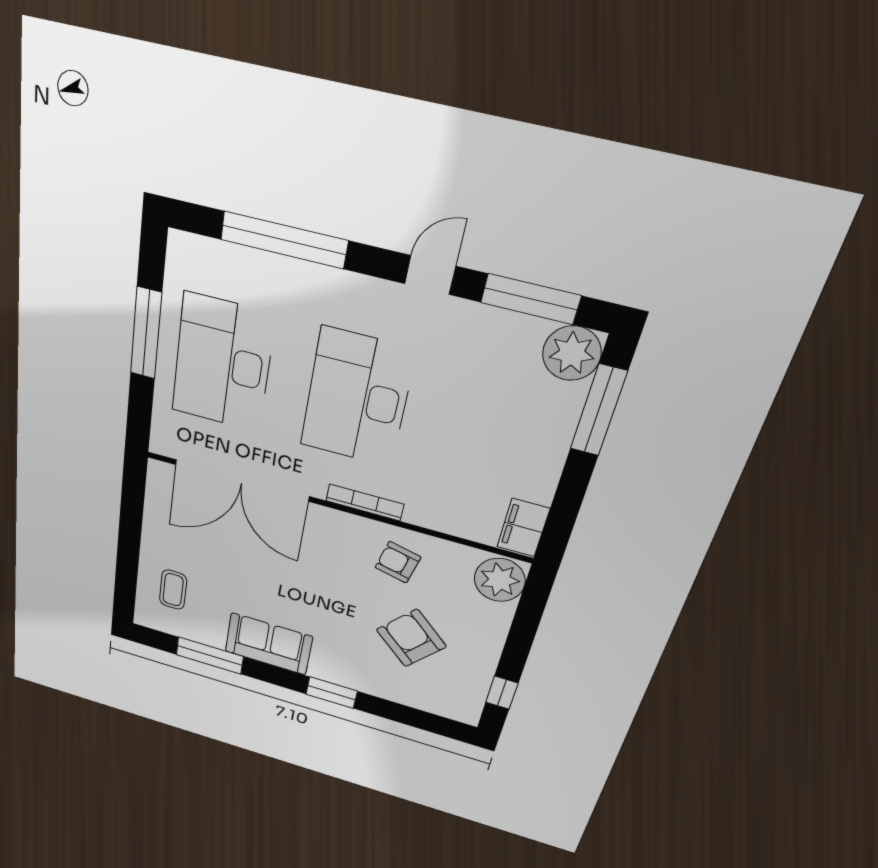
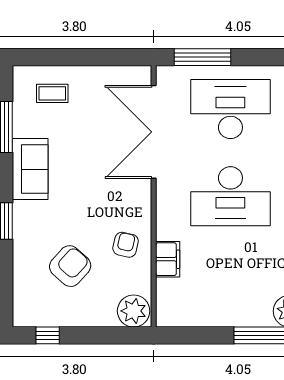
window: (146, 333) -> (203, 57), moved
desk: (357, 398) -> (230, 196), turned 180
bookcase: (365, 502) -> (162, 215), removed
filing cabinet: (523, 528) -> (168, 259), moved, turned 90

